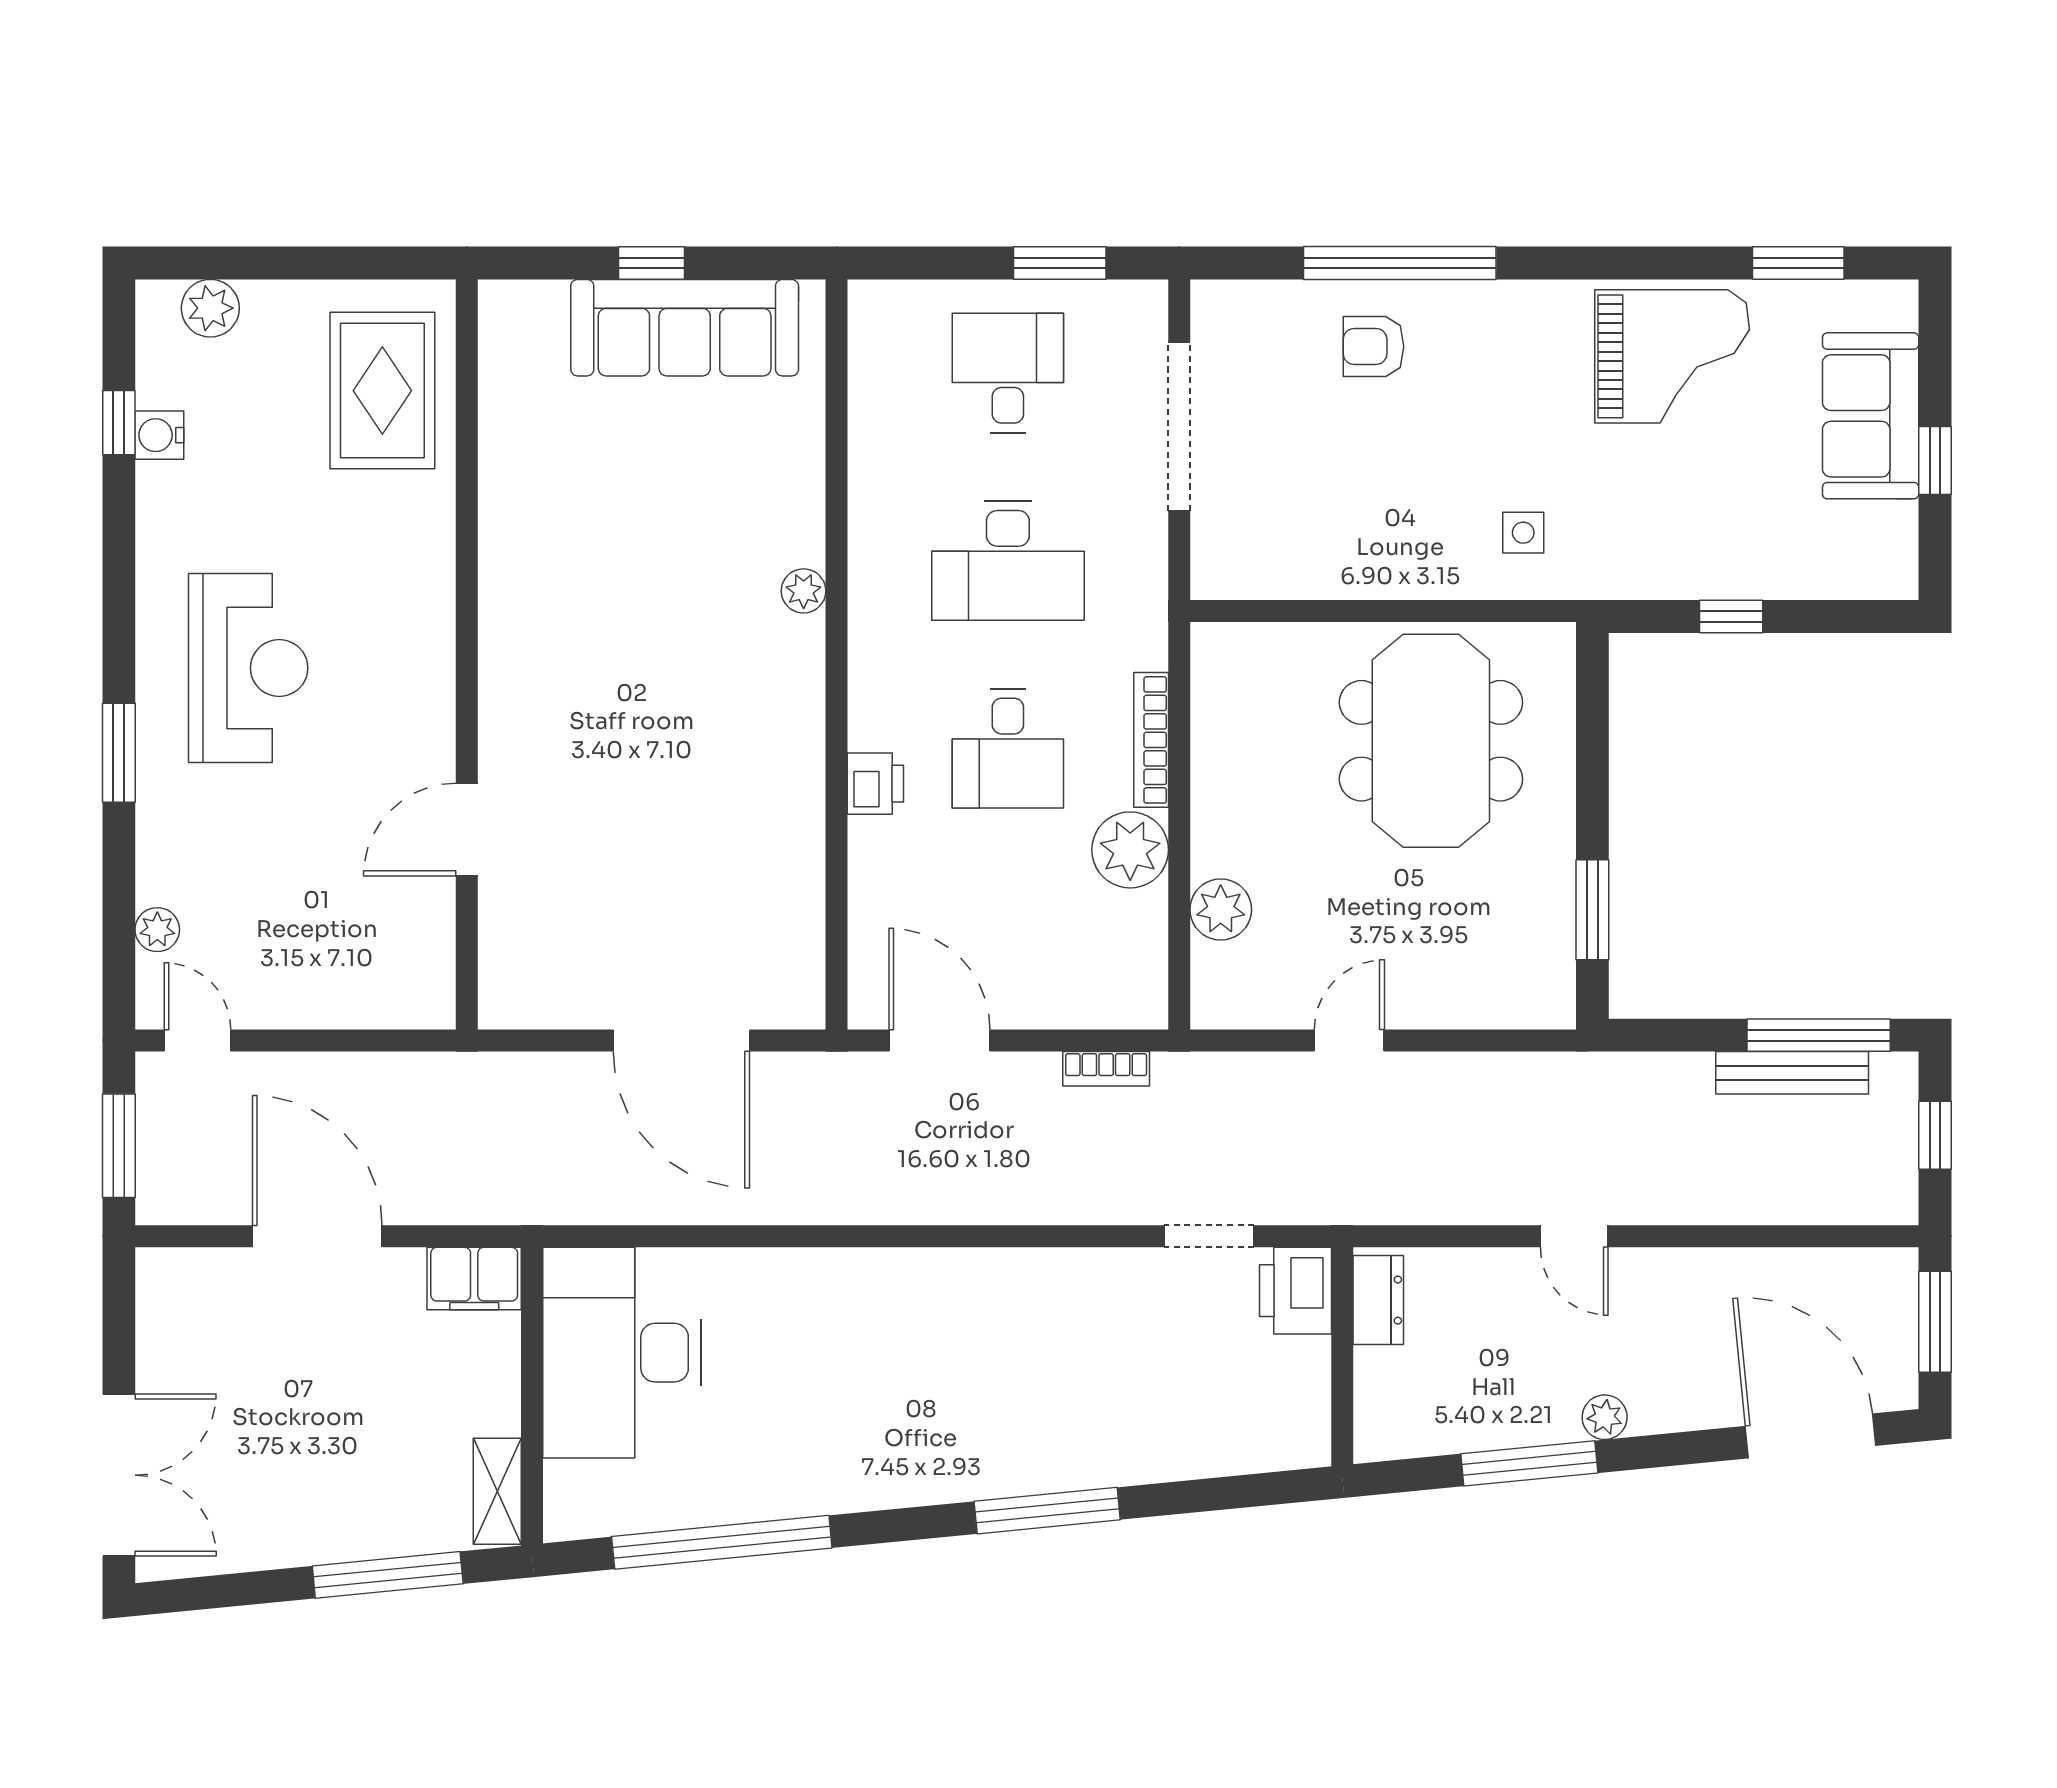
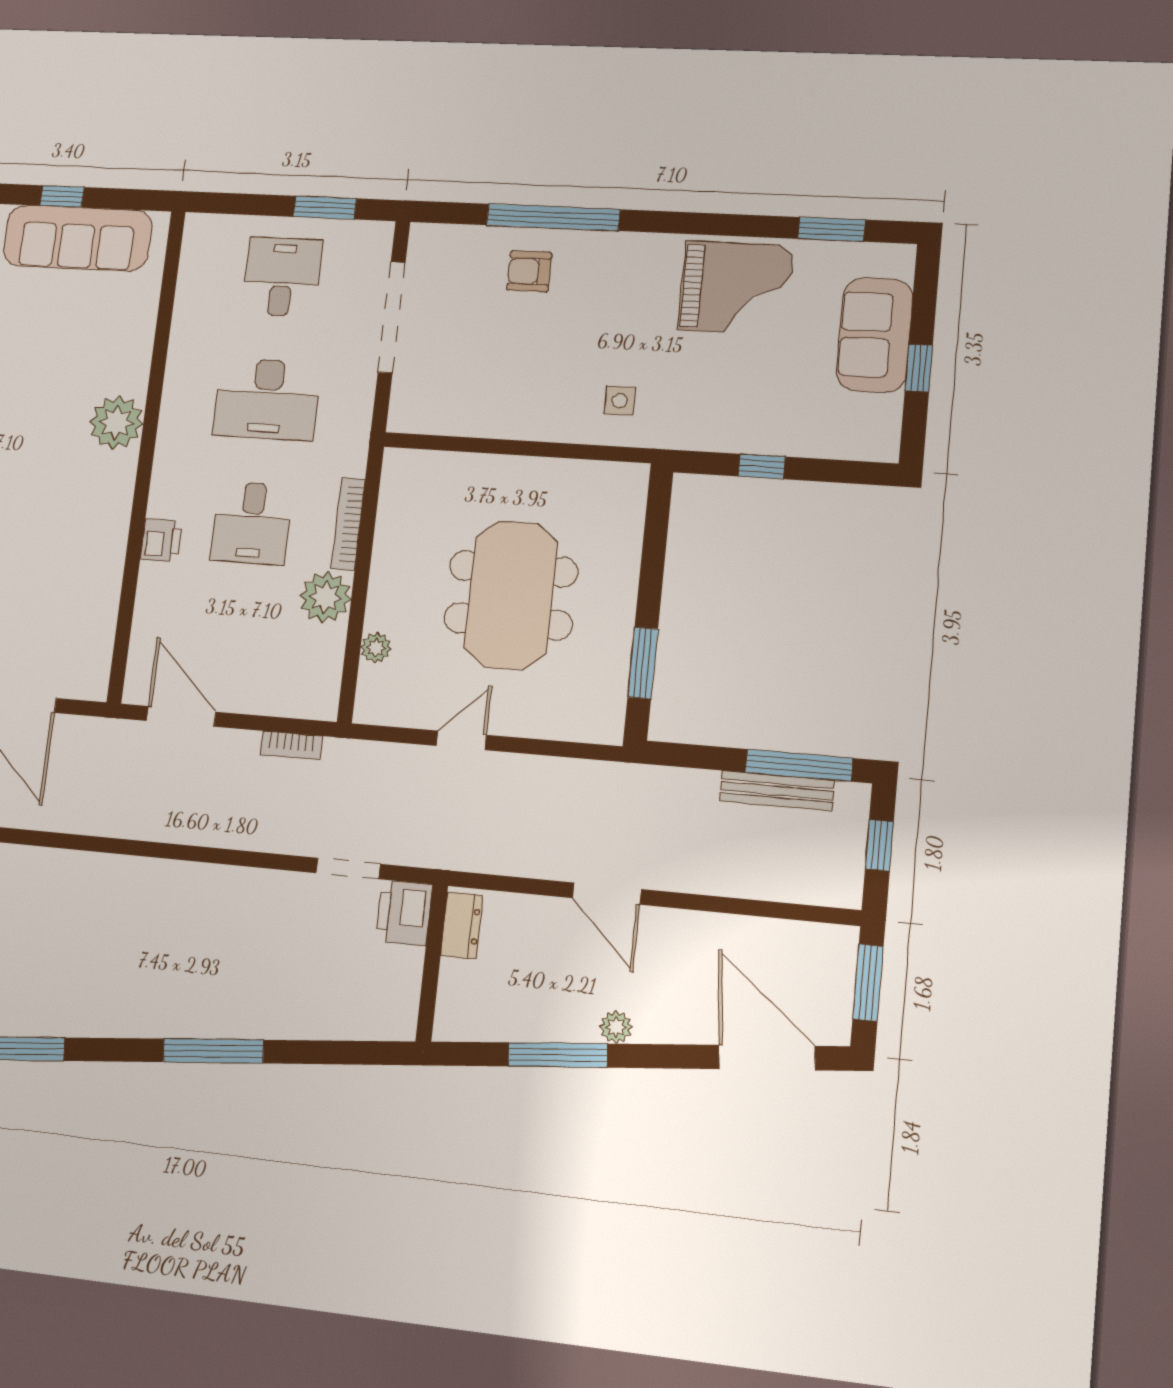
plant: (804, 591) -> (116, 423), width x1.88, depth x1.88
meeting table: (1431, 741) -> (511, 595), moved
plant: (1221, 910) -> (376, 648), width x0.73, depth x0.73
door: (1574, 1236) -> (607, 894), width x1.38

